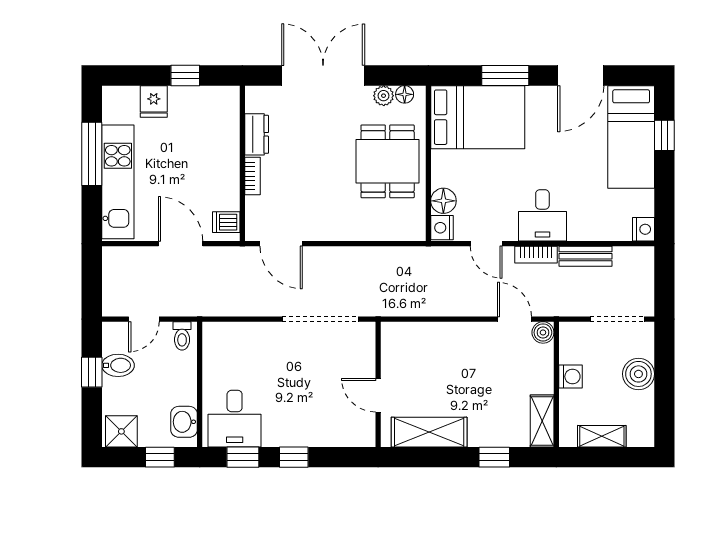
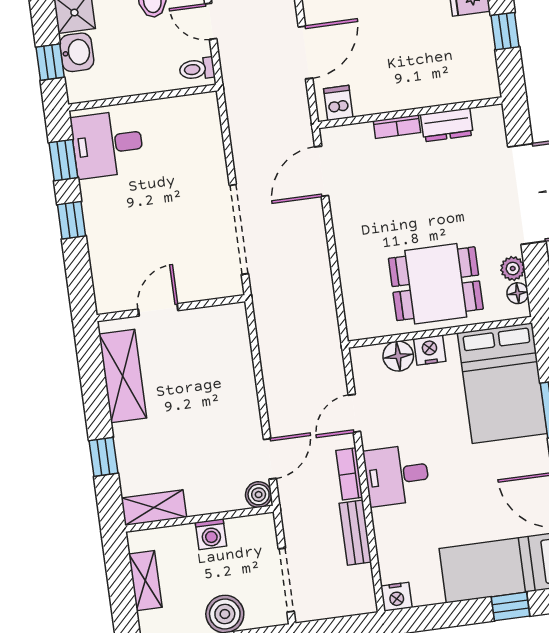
nightstand: (442, 228) -> (430, 350), moved
washbasin: (184, 422) -> (77, 52), moved, turned 90

